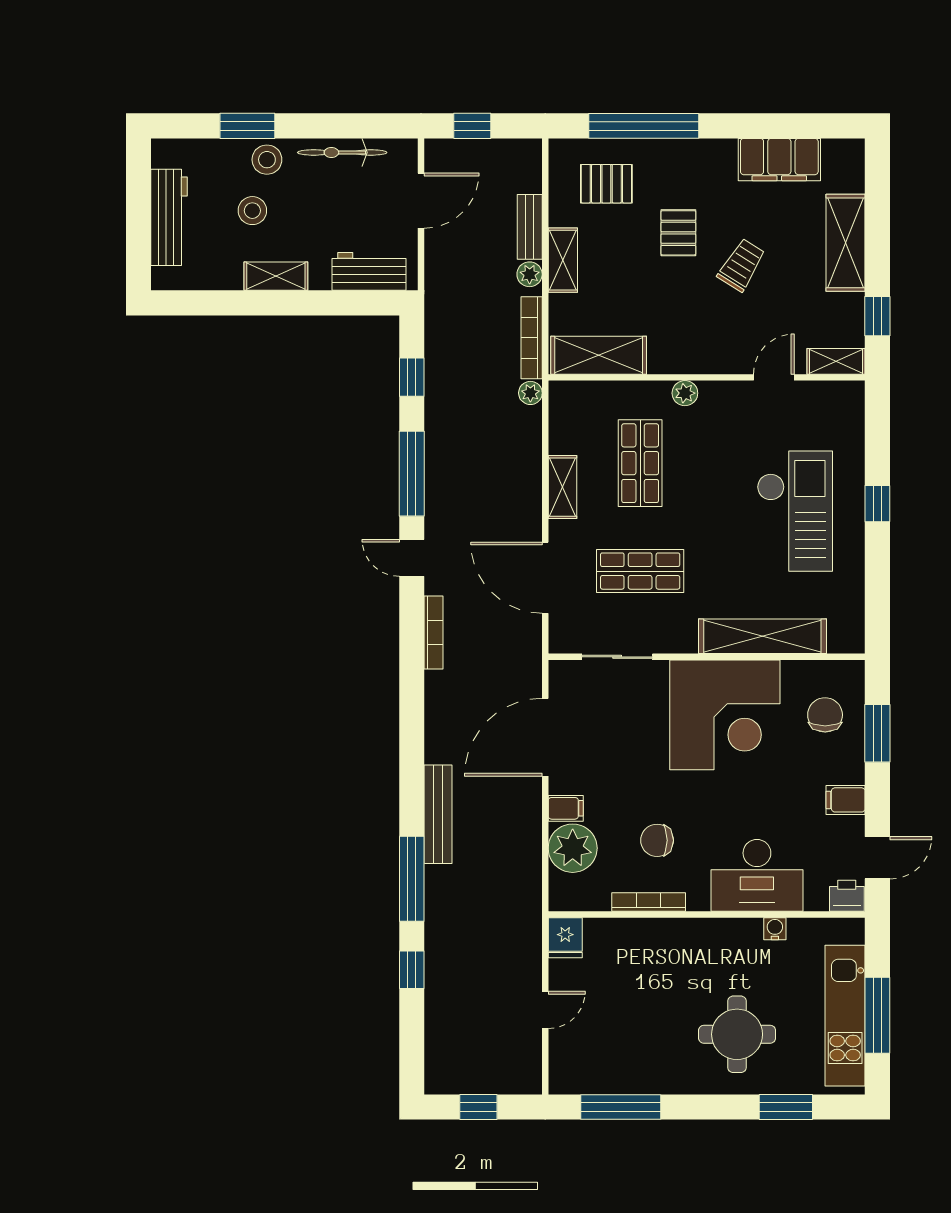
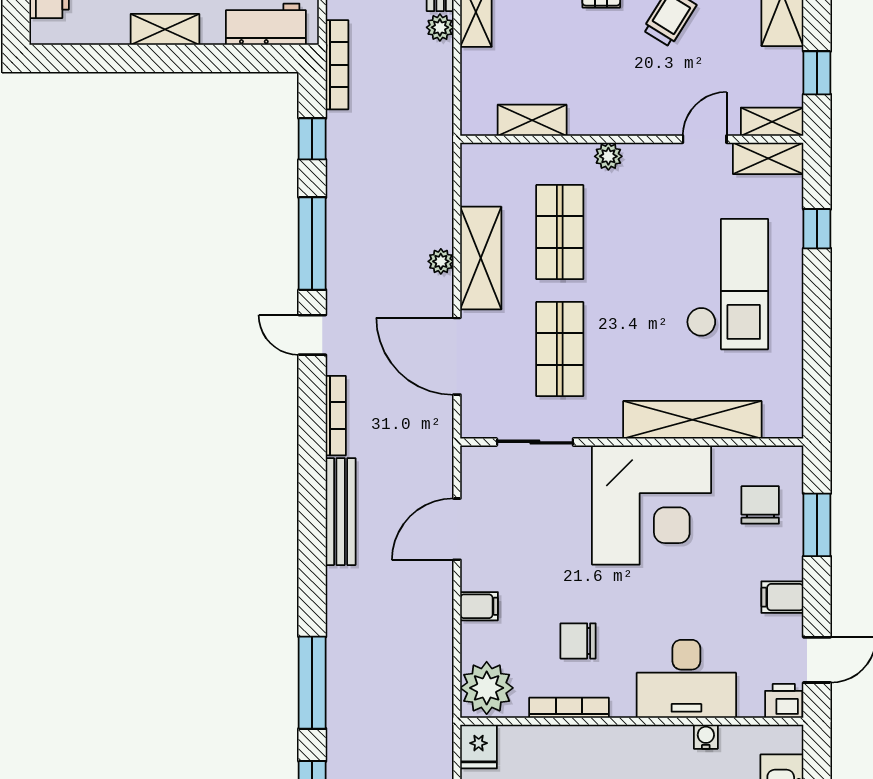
bookcase: (532, 338) -> (337, 65), moved, turned 180
shelving: (599, 355) -> (532, 120), width x0.67, depth x0.75
plant: (530, 393) -> (441, 261), moved
shelving: (832, 395) -> (768, 158), added
shelving: (563, 487) -> (481, 258), width x1.50, depth x1.33
window: (877, 504) -> (817, 229), moved
shop shelf: (640, 571) -> (560, 349), turned 90
door: (545, 737) -> (457, 529), width x0.73
bench: (438, 814) -> (341, 512), moved
plant: (573, 848) -> (487, 688), moved

